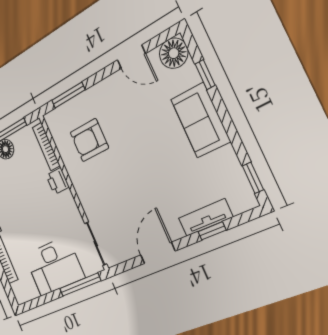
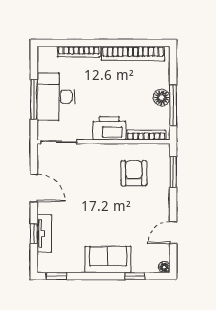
floor lamp: (174, 53) -> (164, 267), width x0.53, depth x0.53
printer: (58, 181) -> (109, 128), width x1.87, depth x1.48
window: (80, 285) -> (34, 99), moved

